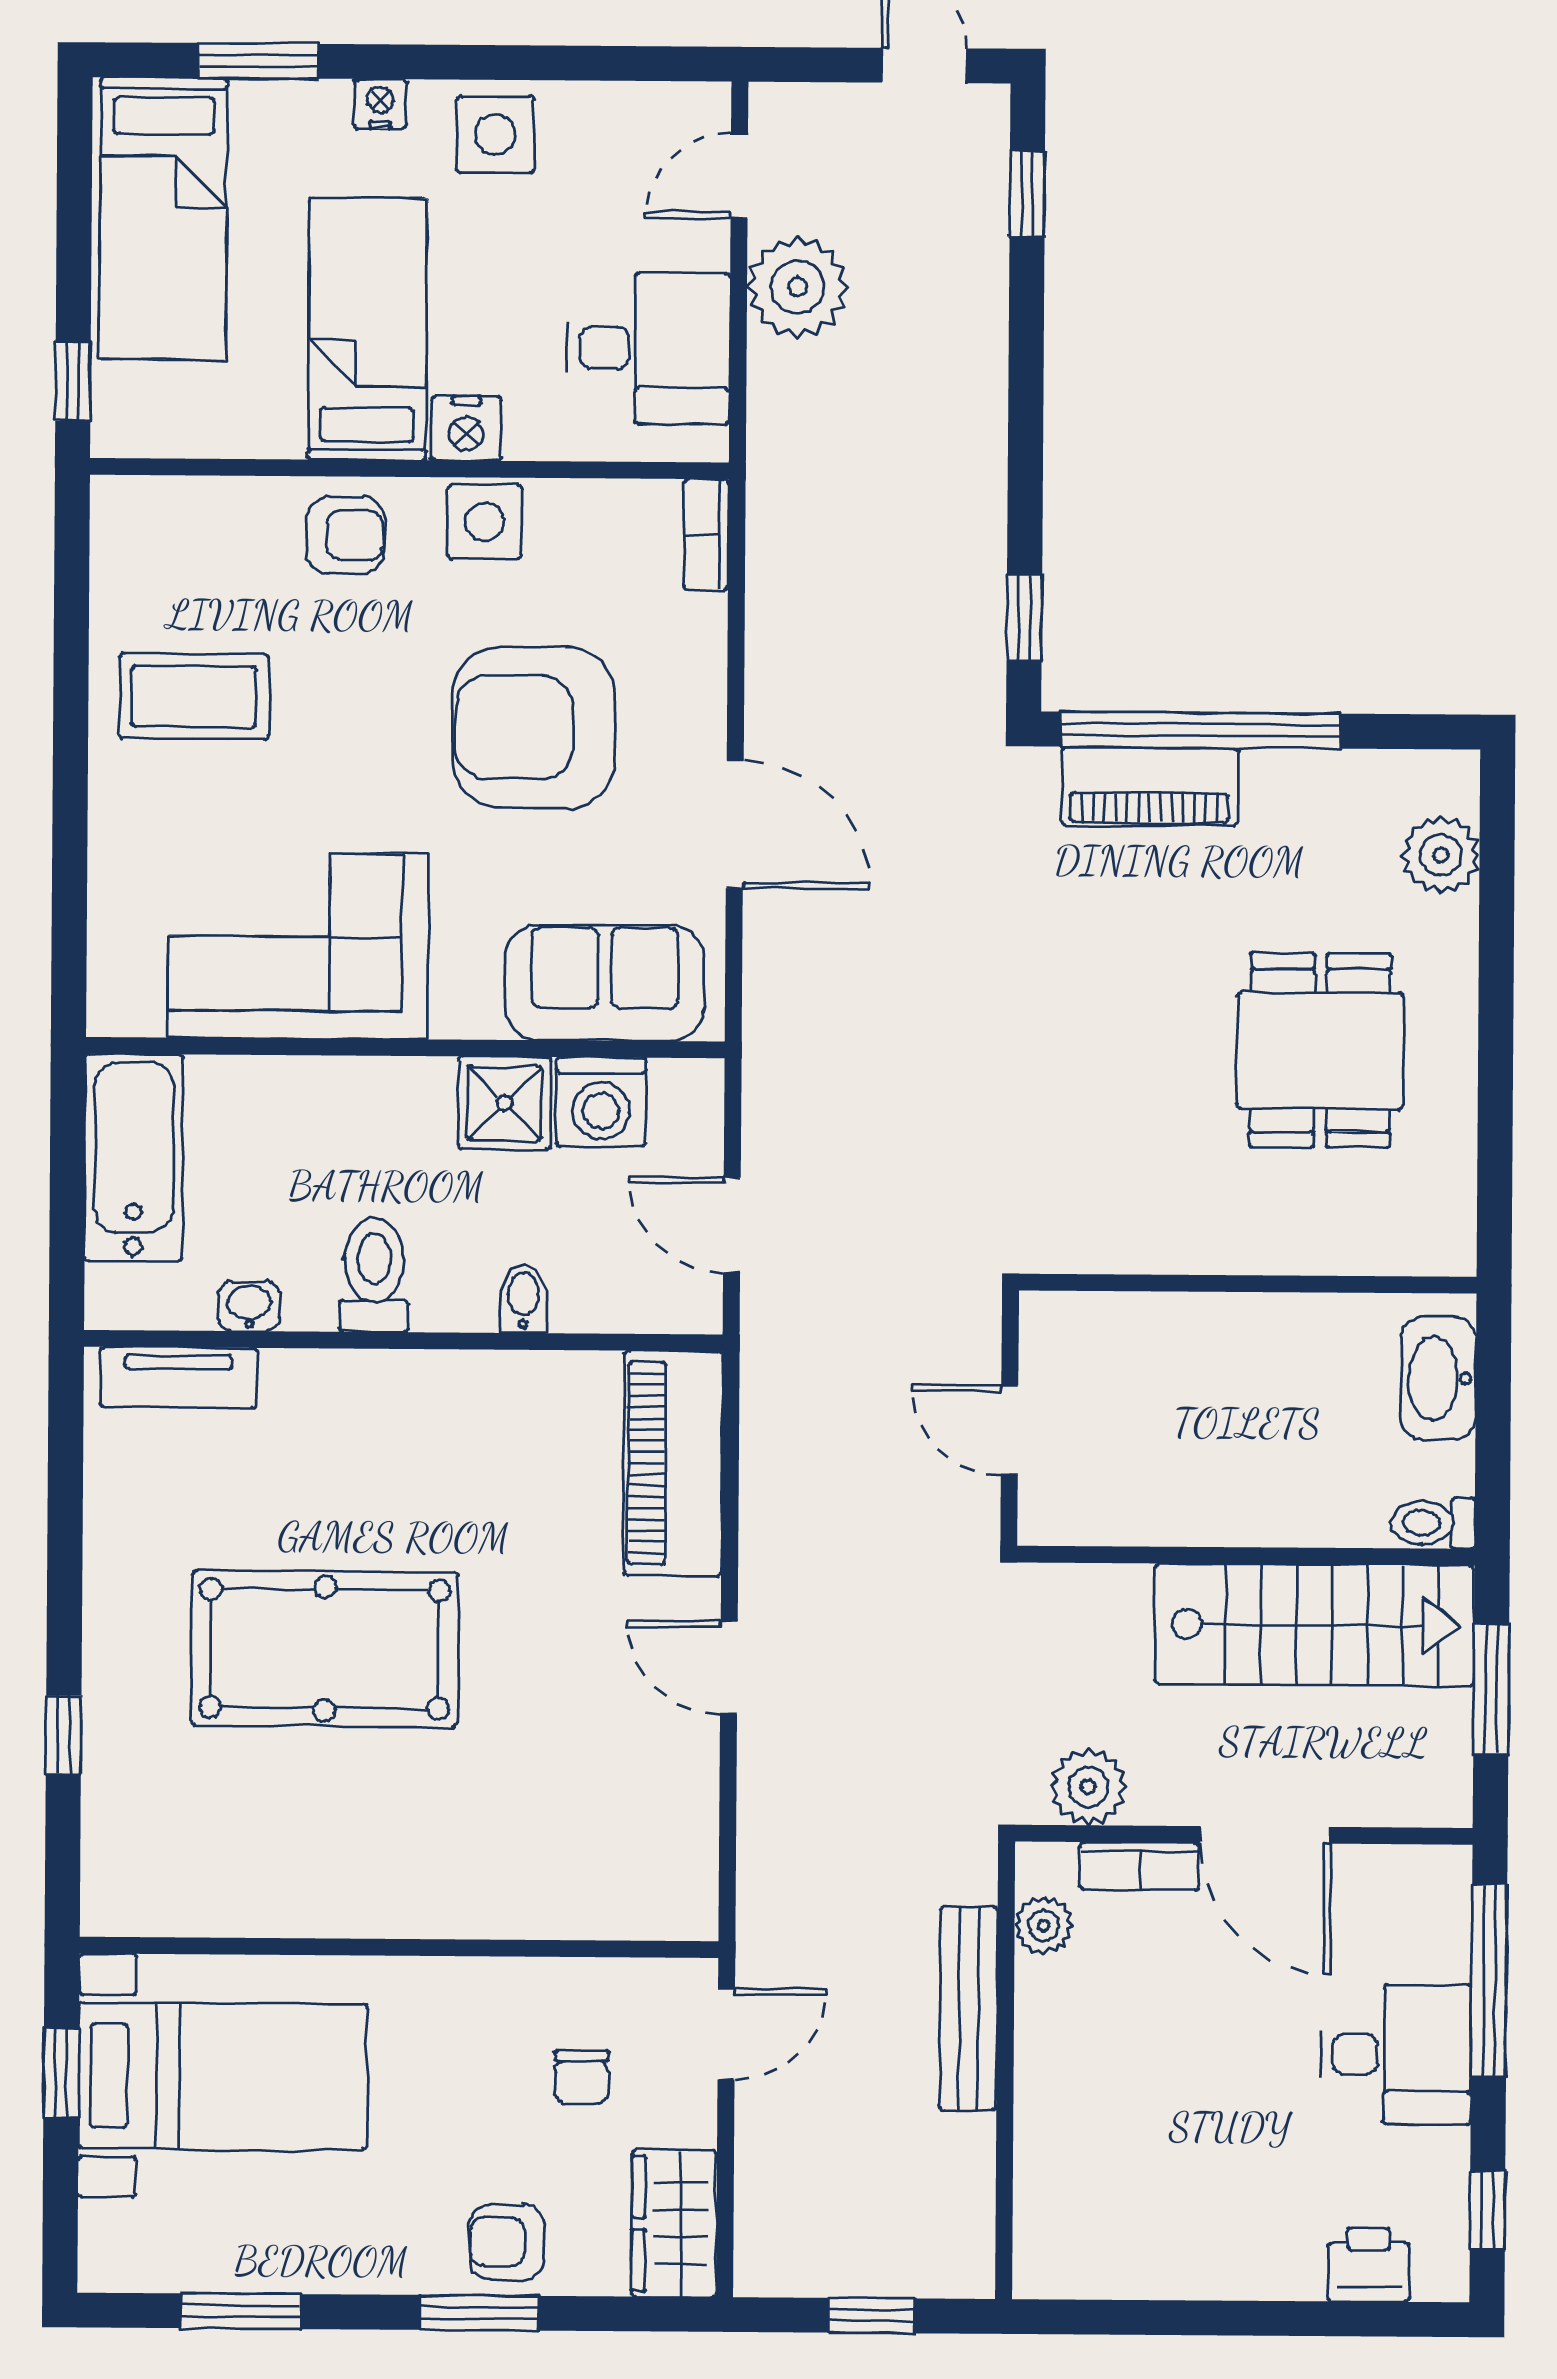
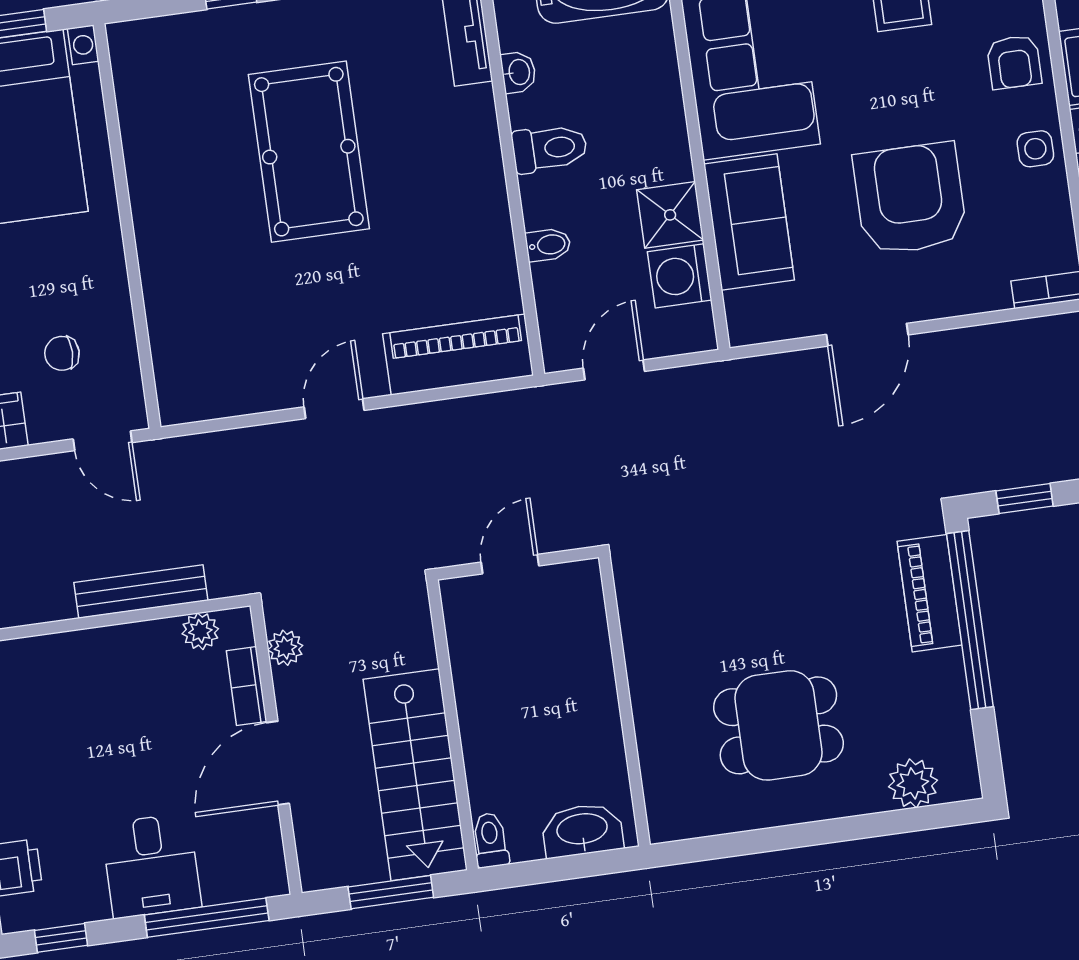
side table: (485, 522) -> (1035, 149), width x0.73, depth x0.73
sofa: (605, 983) -> (749, 222), moved
plant: (1089, 1787) -> (285, 648), width x0.73, depth x0.73

